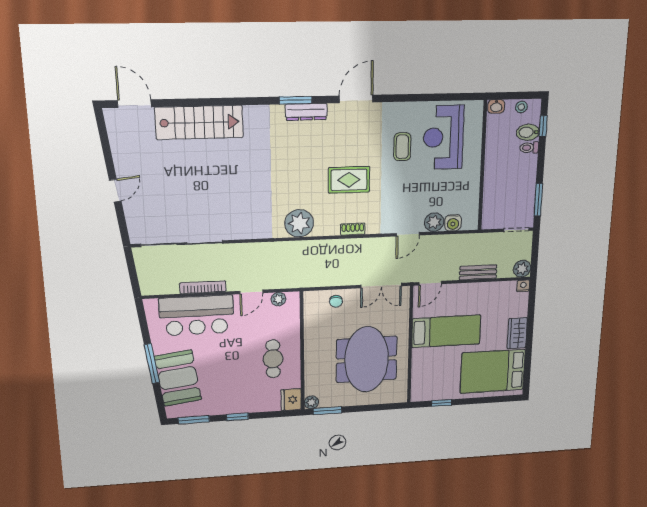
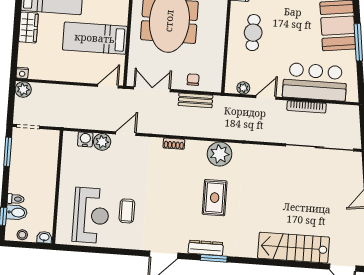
rug: (349, 180) -> (215, 198), moved, turned 90
bench: (478, 272) -> (195, 100), moved

